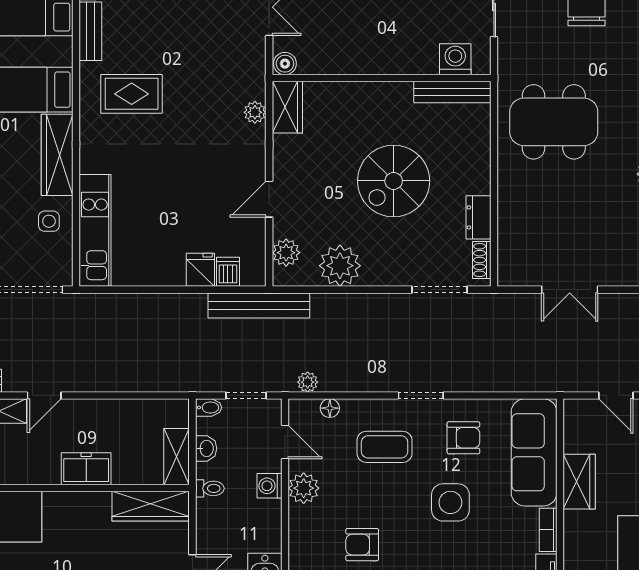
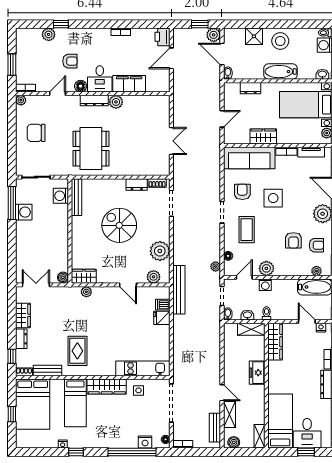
spiral stairs: (394, 181) -> (119, 225), turned 180

